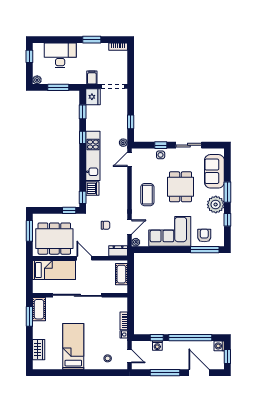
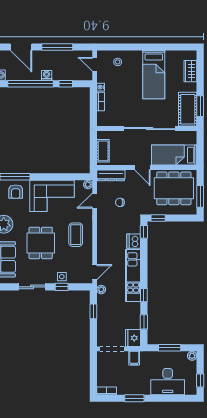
dresser: (118, 251) -> (111, 175), width x1.44
cot: (39, 309) -> (188, 109), width x1.37, depth x1.34
washing machine: (157, 346) -> (47, 75), moved

